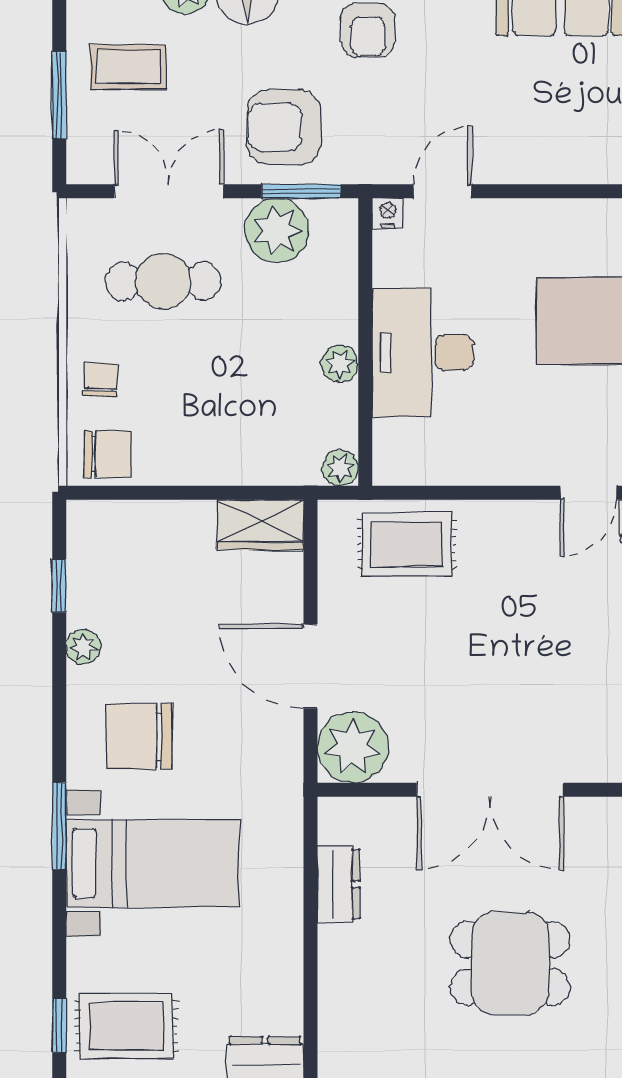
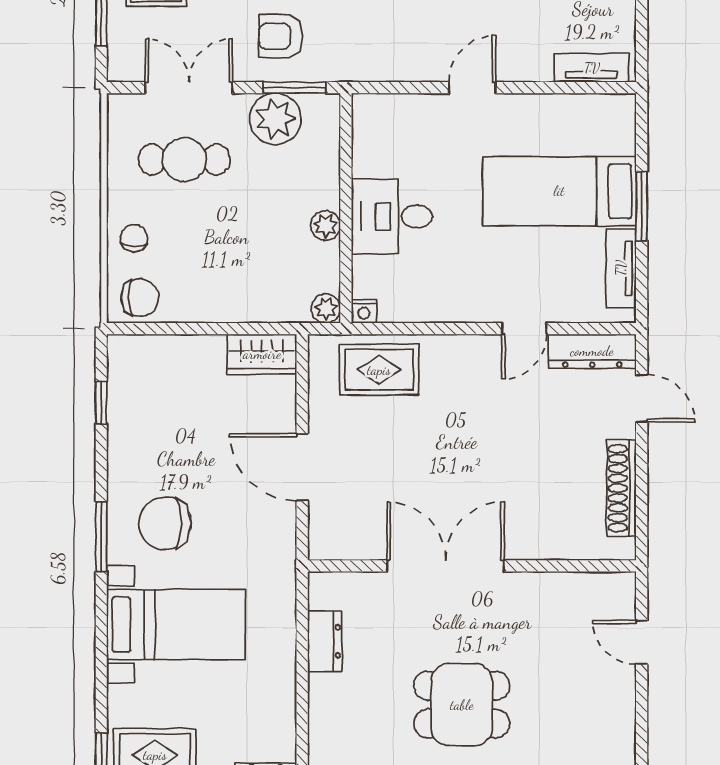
armchair: (284, 127) -> (281, 36), width x0.72, depth x0.72
door: (442, 191) -> (472, 88), moved
nightstand: (388, 213) -> (364, 311), moved, turned 180
desk: (423, 352) -> (392, 216), width x0.73
plant: (83, 647) -> (121, 452), removed
plant: (353, 747) -> (336, 532), removed
double door: (490, 790) -> (446, 566), swing flipped
window: (59, 826) -> (101, 537), moved

